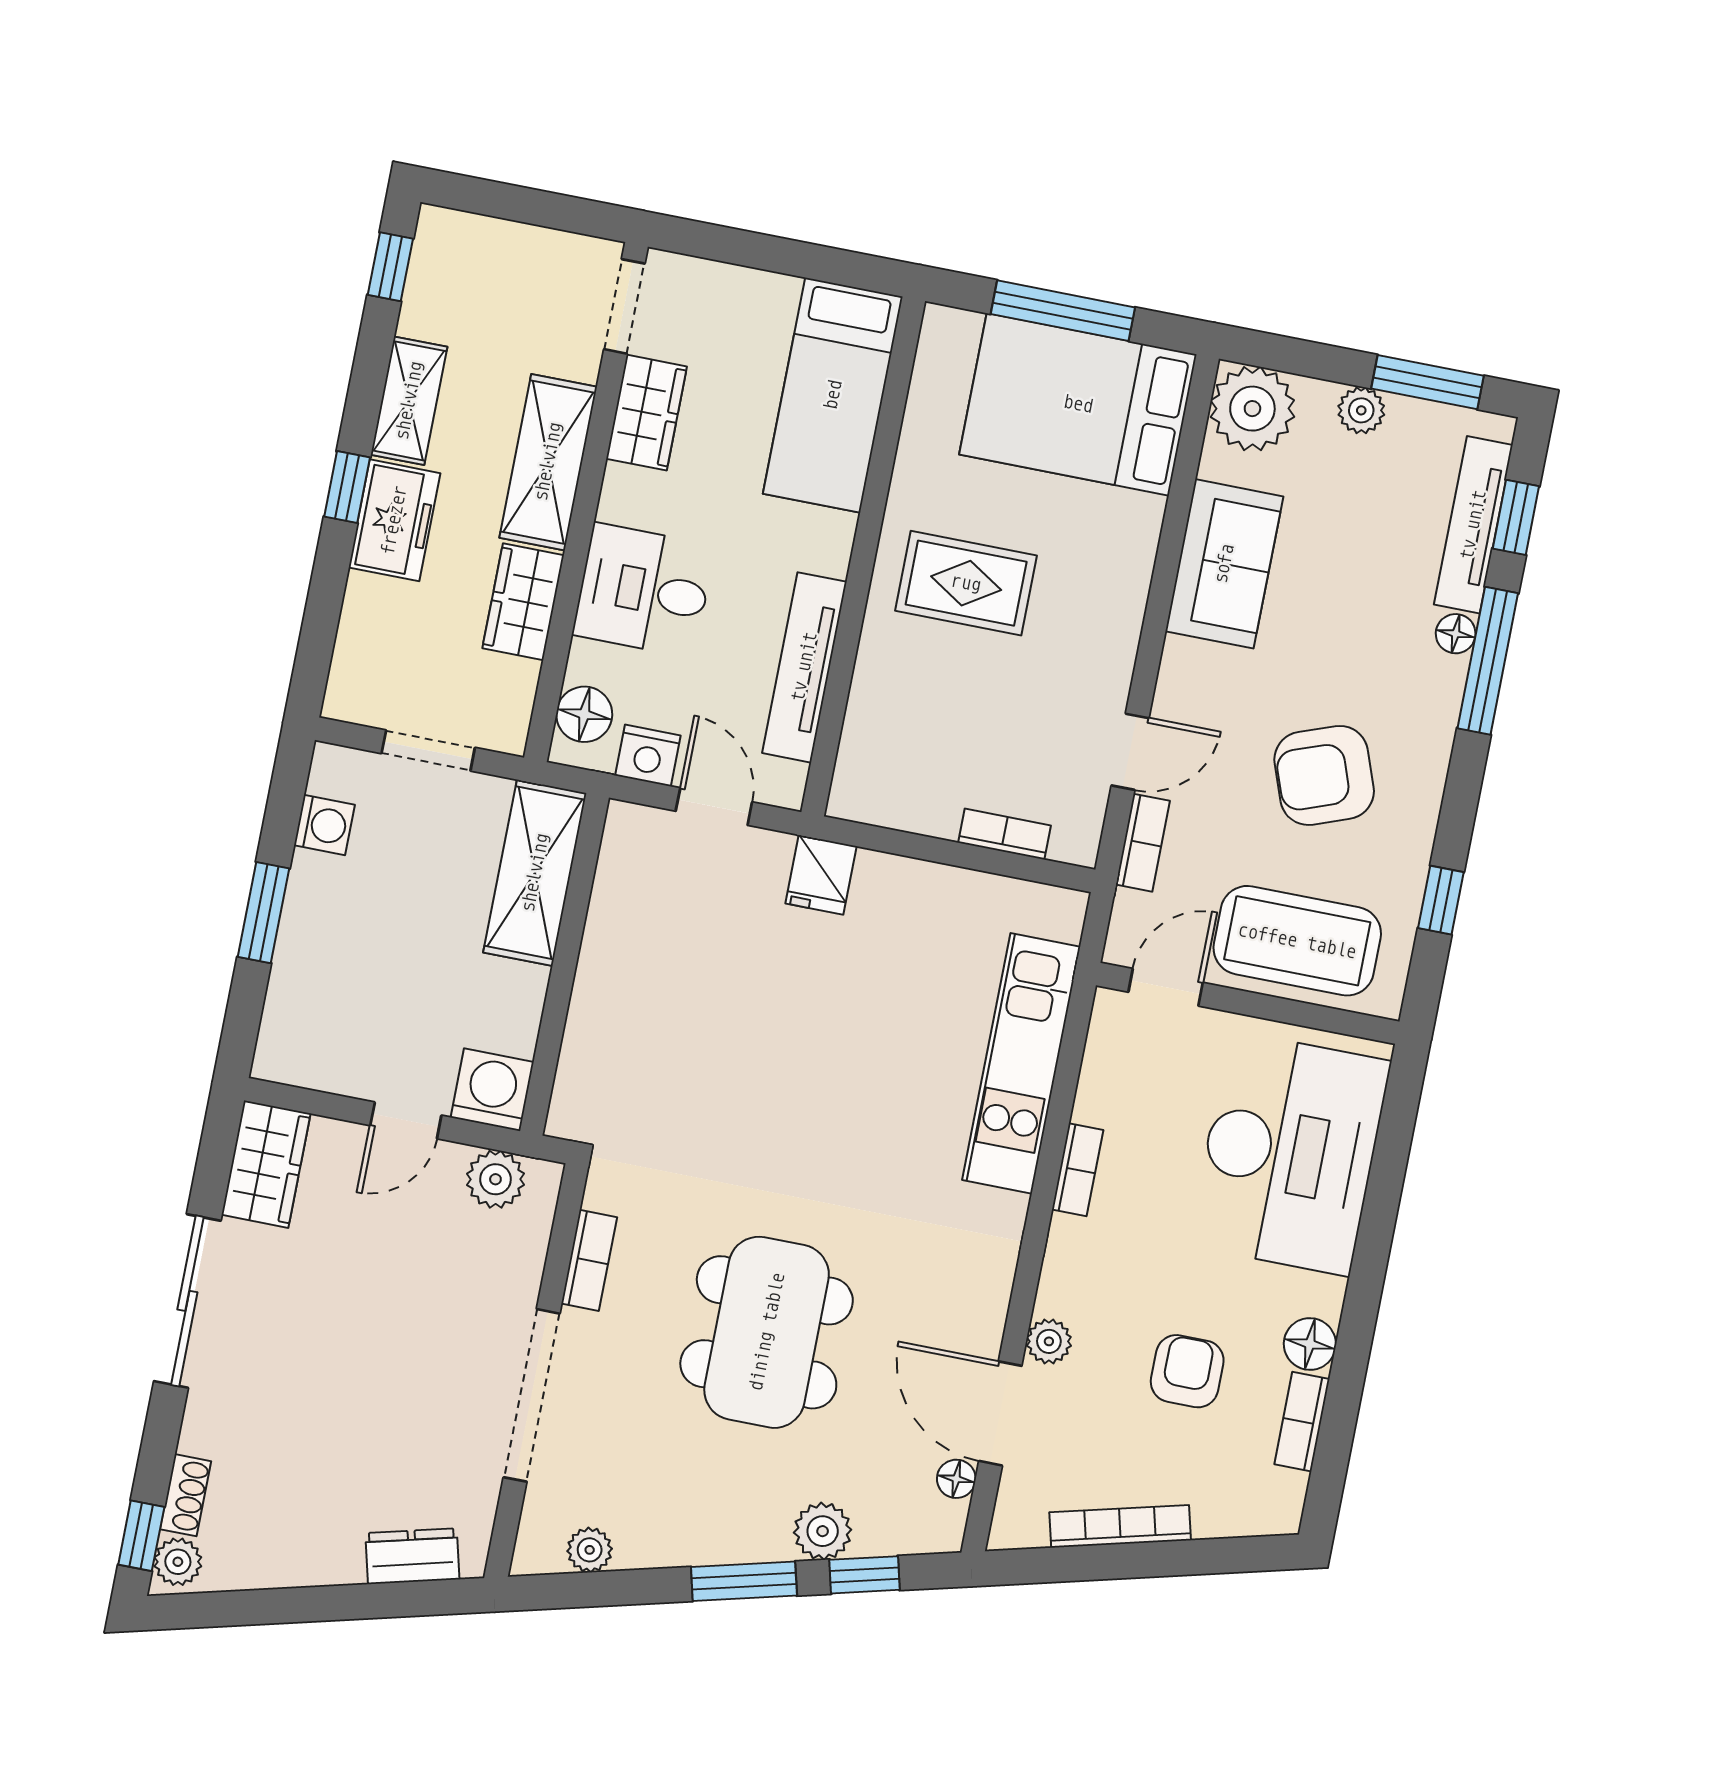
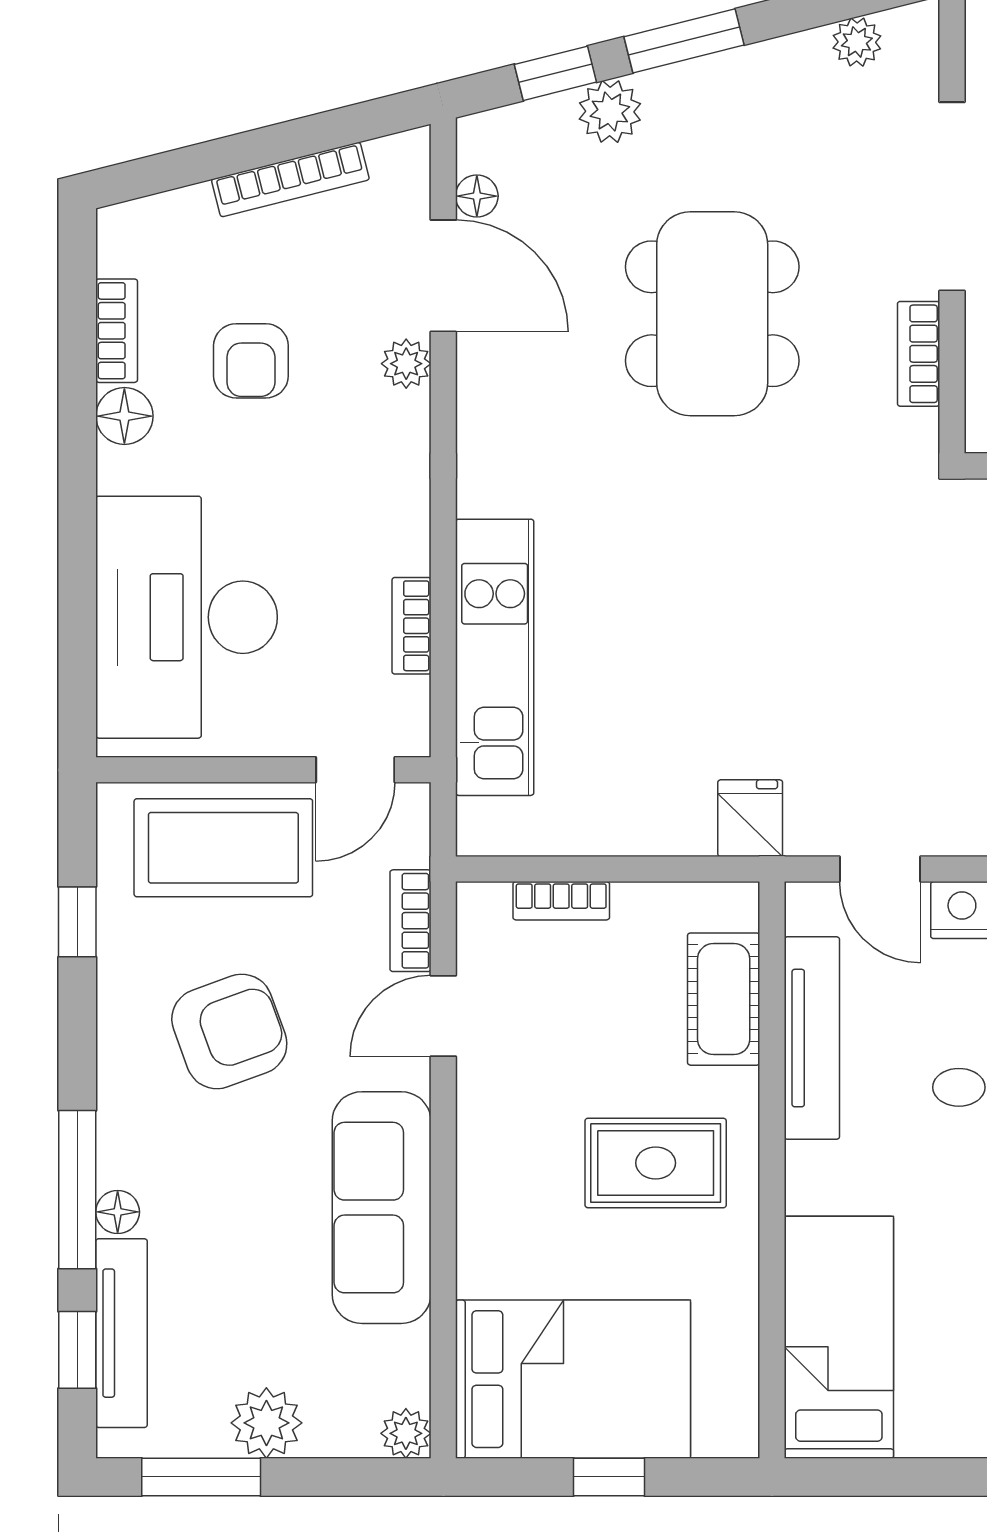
window: (1063, 311) -> (609, 1477), width x0.46
plant: (1252, 409) -> (406, 1433), width x0.53, depth x0.53
plant: (1361, 410) -> (266, 1423), width x1.38, depth x1.38
sofa: (1224, 564) -> (382, 1208), width x1.36
cot: (877, 718) -> (724, 999), added
bookcase: (1078, 1170) -> (412, 626), moved

